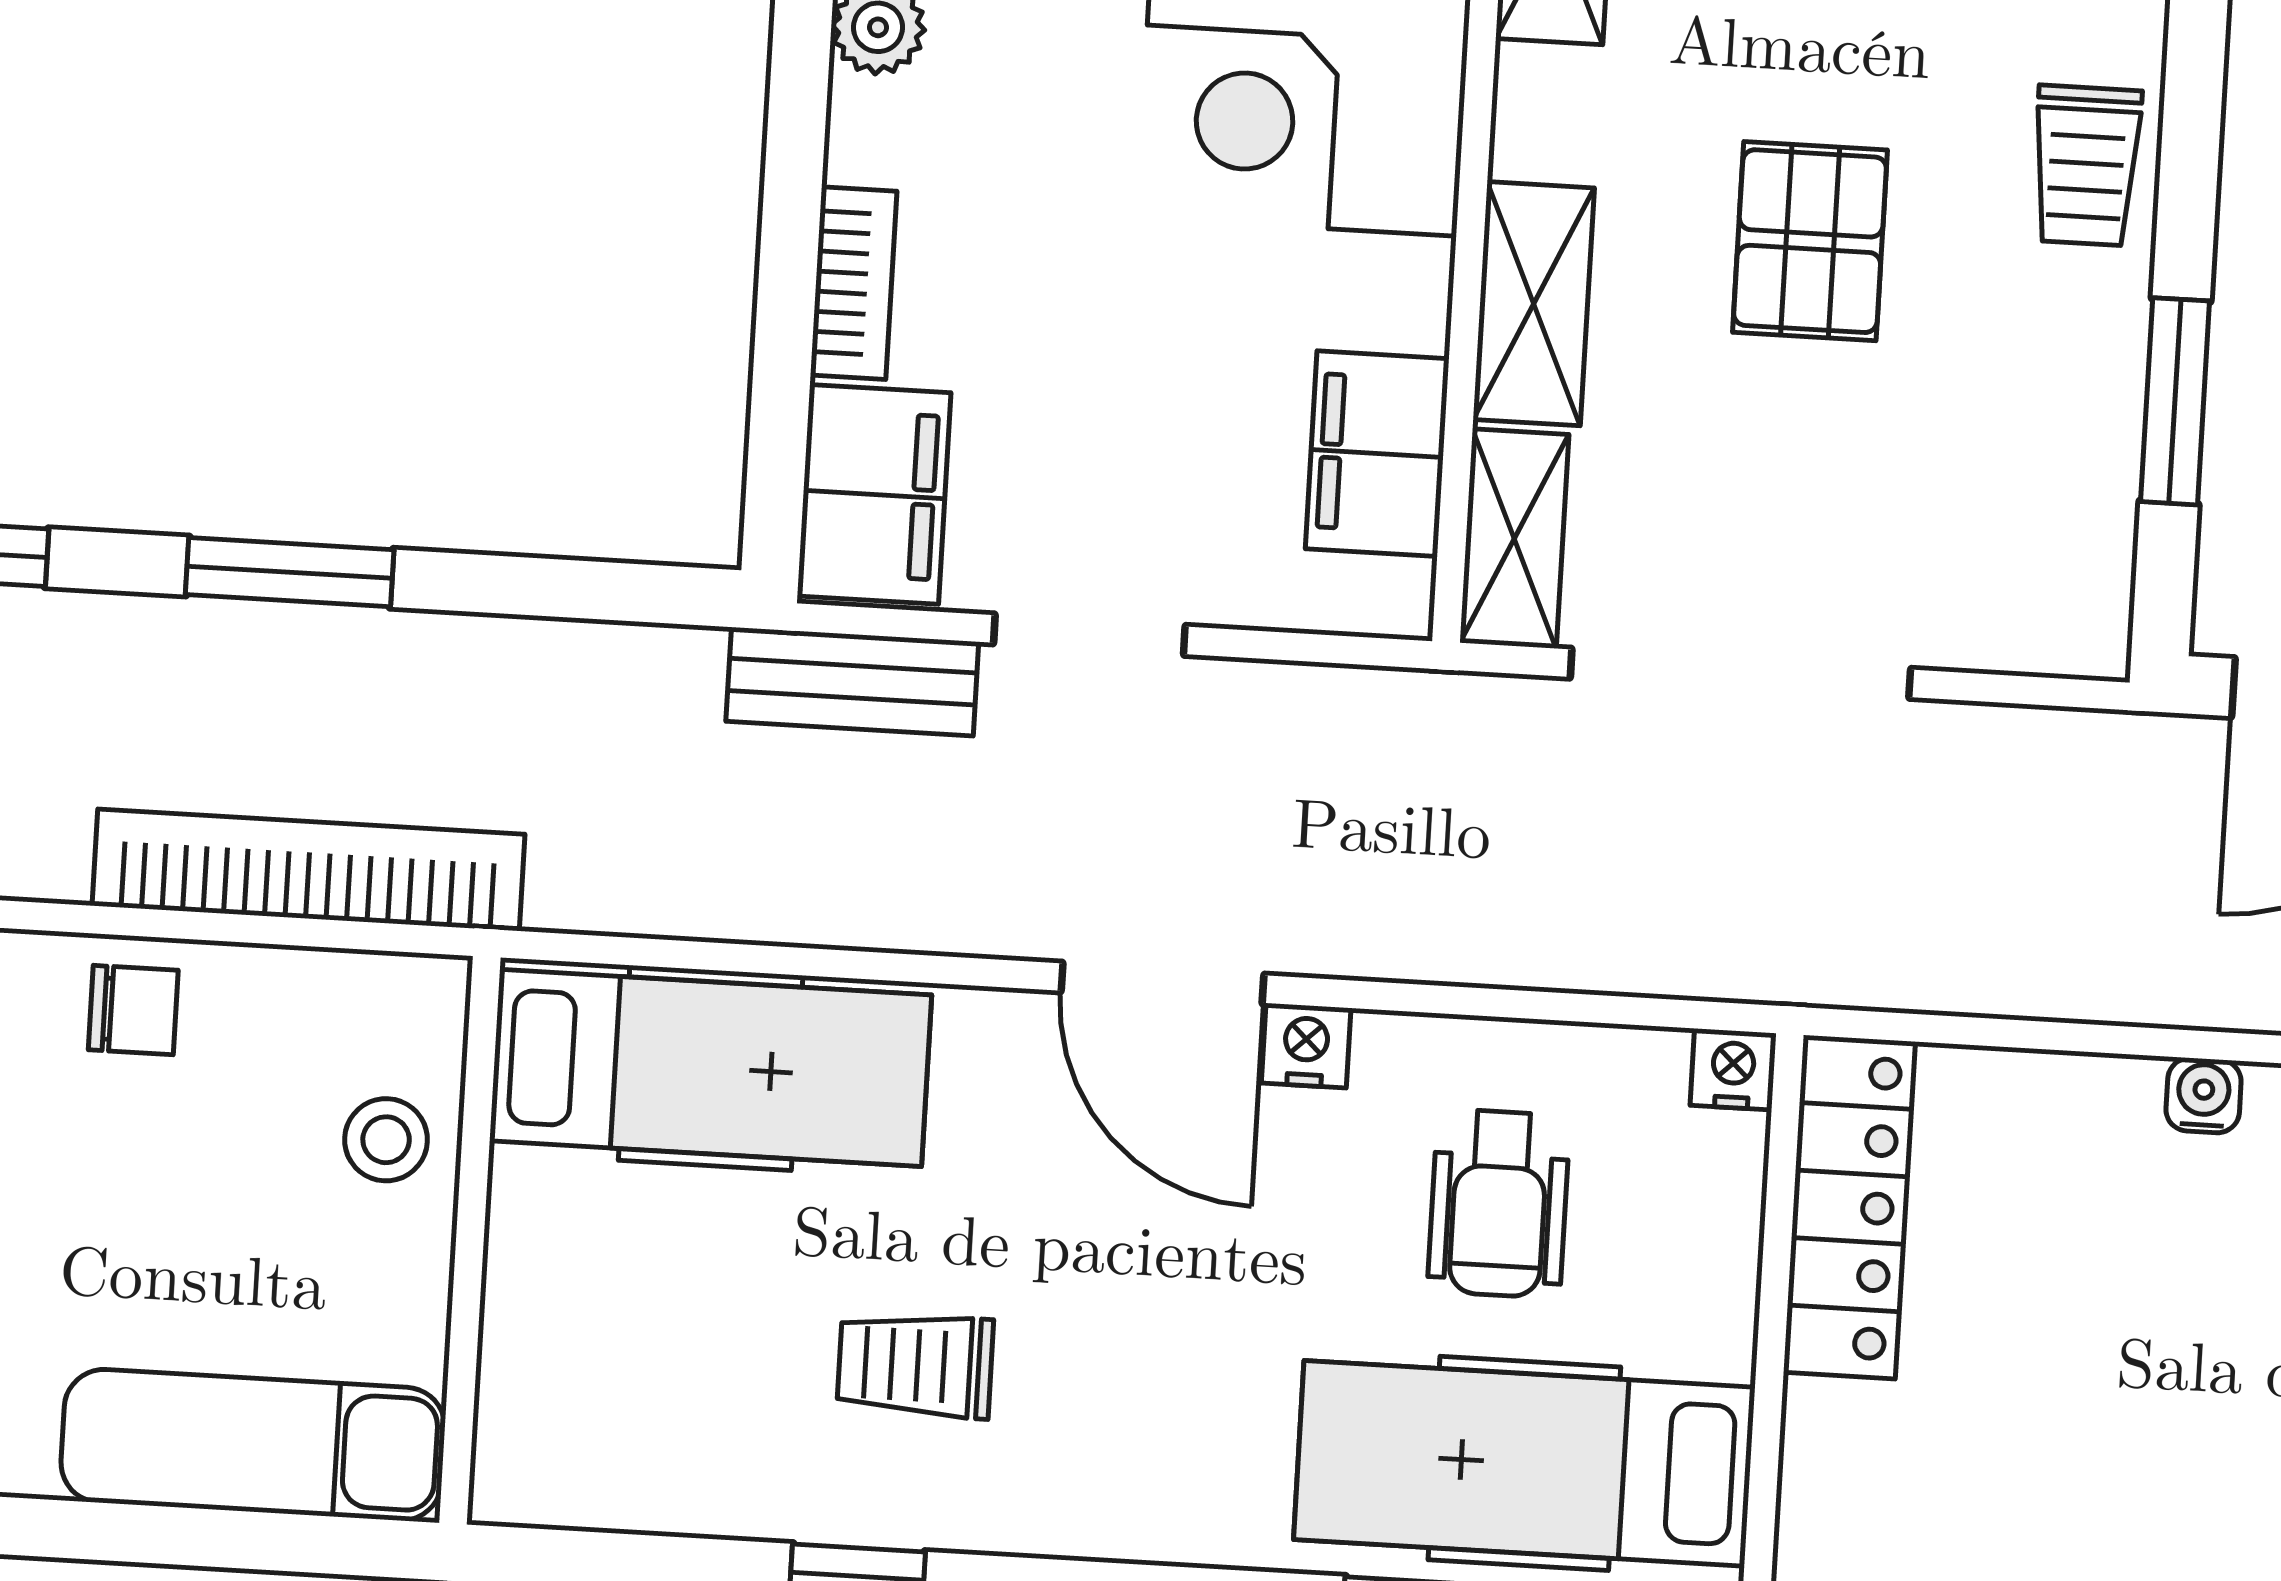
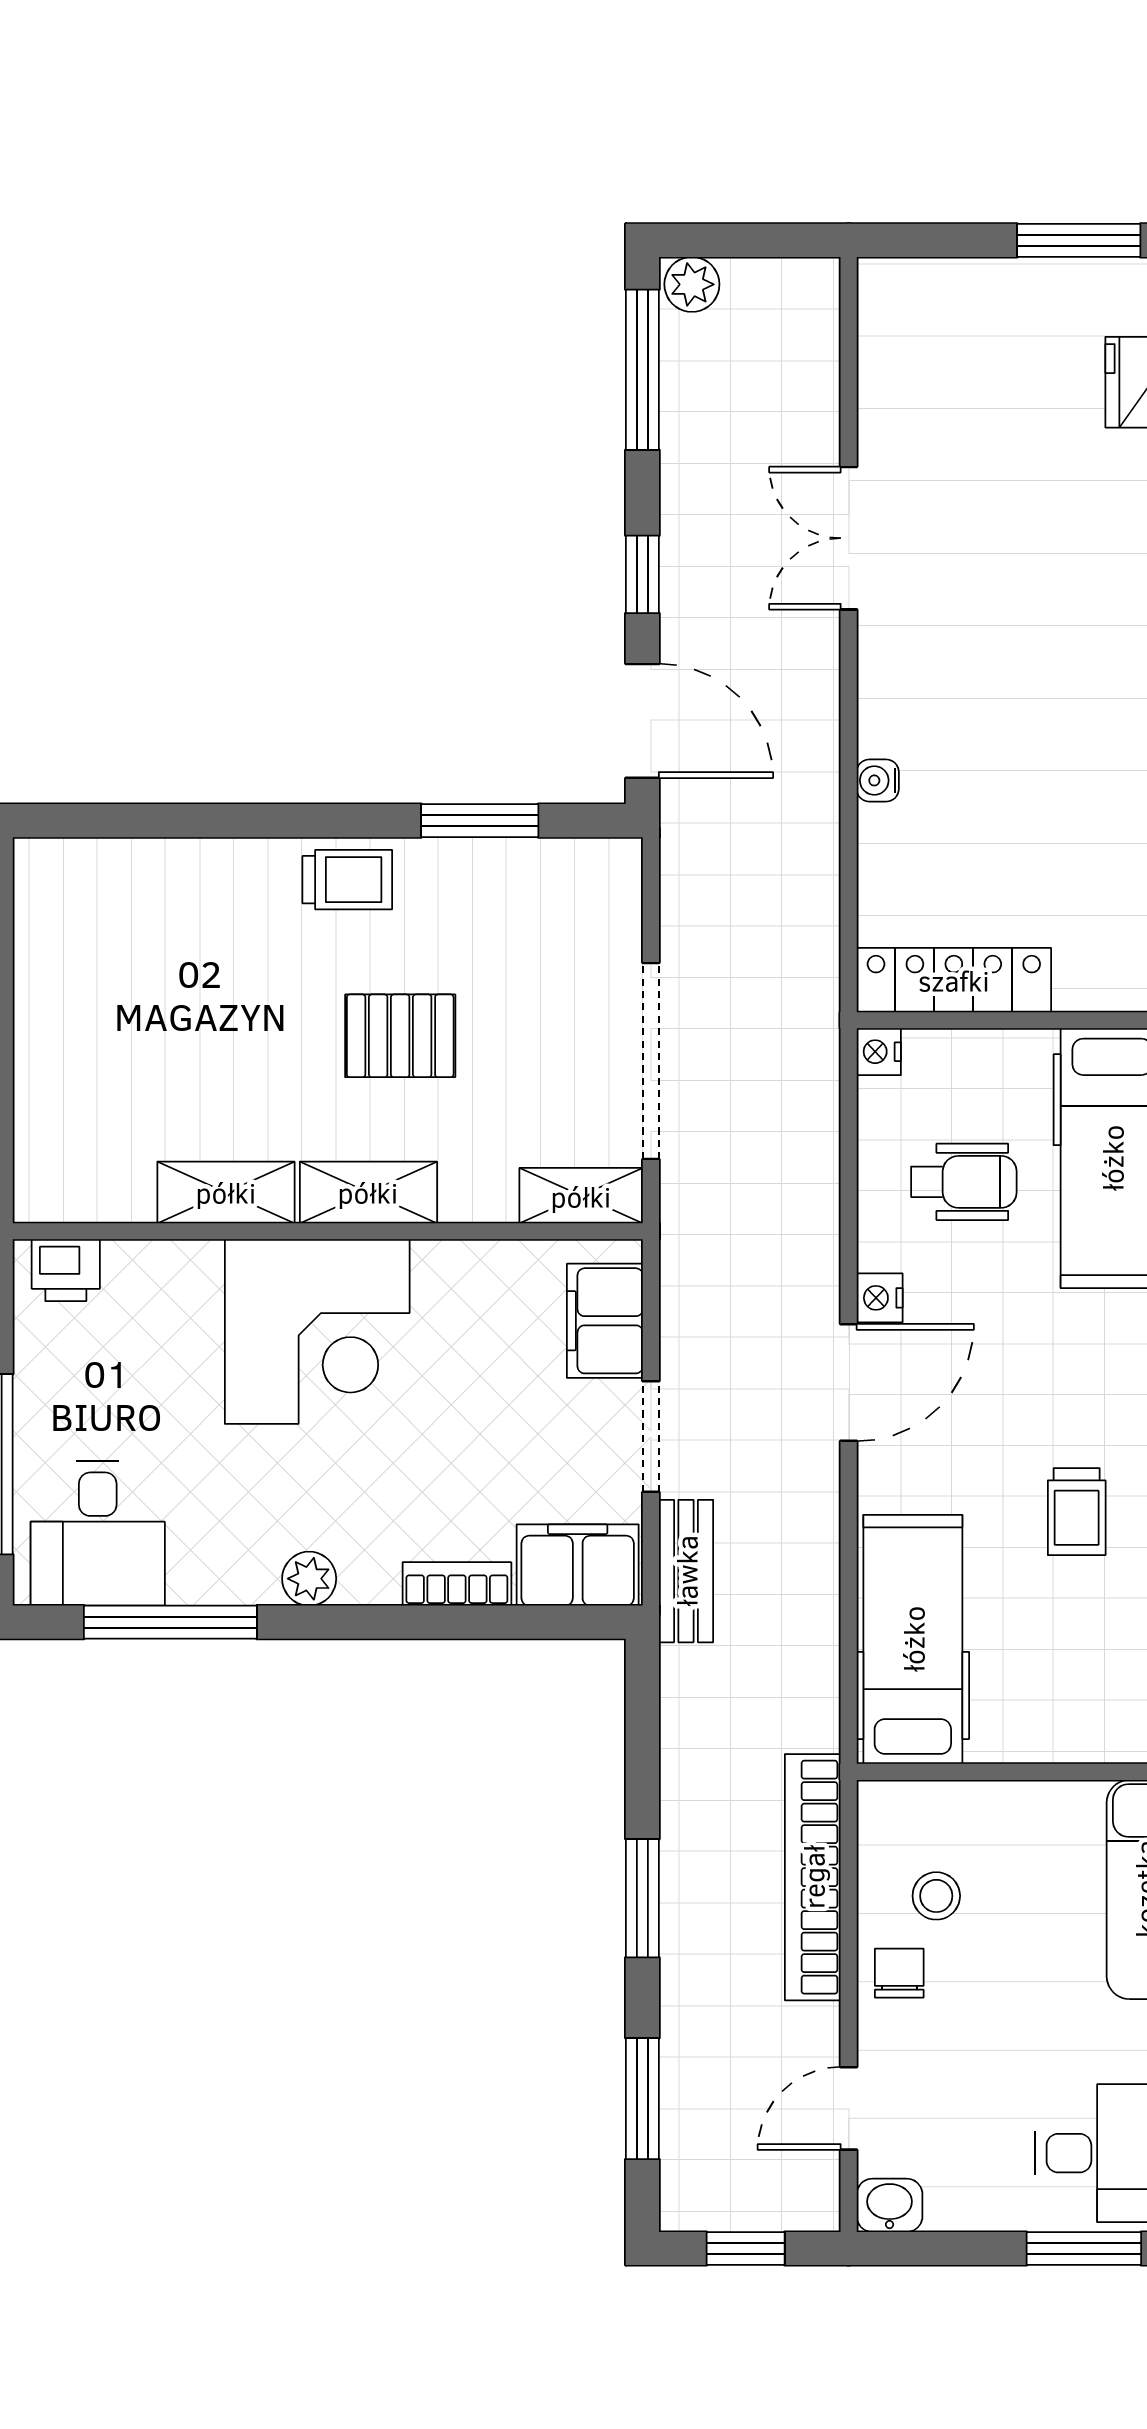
shelving: (1534, 304) -> (368, 1192), moved
filing cabinet: (1377, 454) -> (605, 1321), moved, turned 90
stool: (386, 1140) -> (936, 1896), moved

